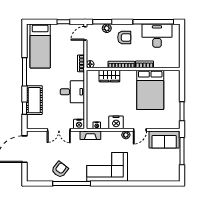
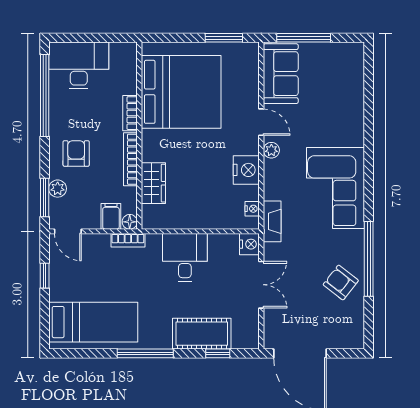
desk: (157, 36) -> (79, 65), moved, turned 90
filing cabinet: (93, 55) -> (111, 216), added
bed: (150, 90) -> (181, 92), width x1.36

